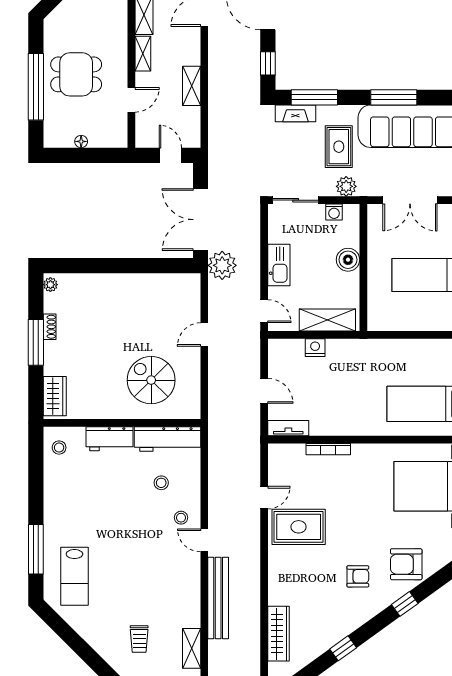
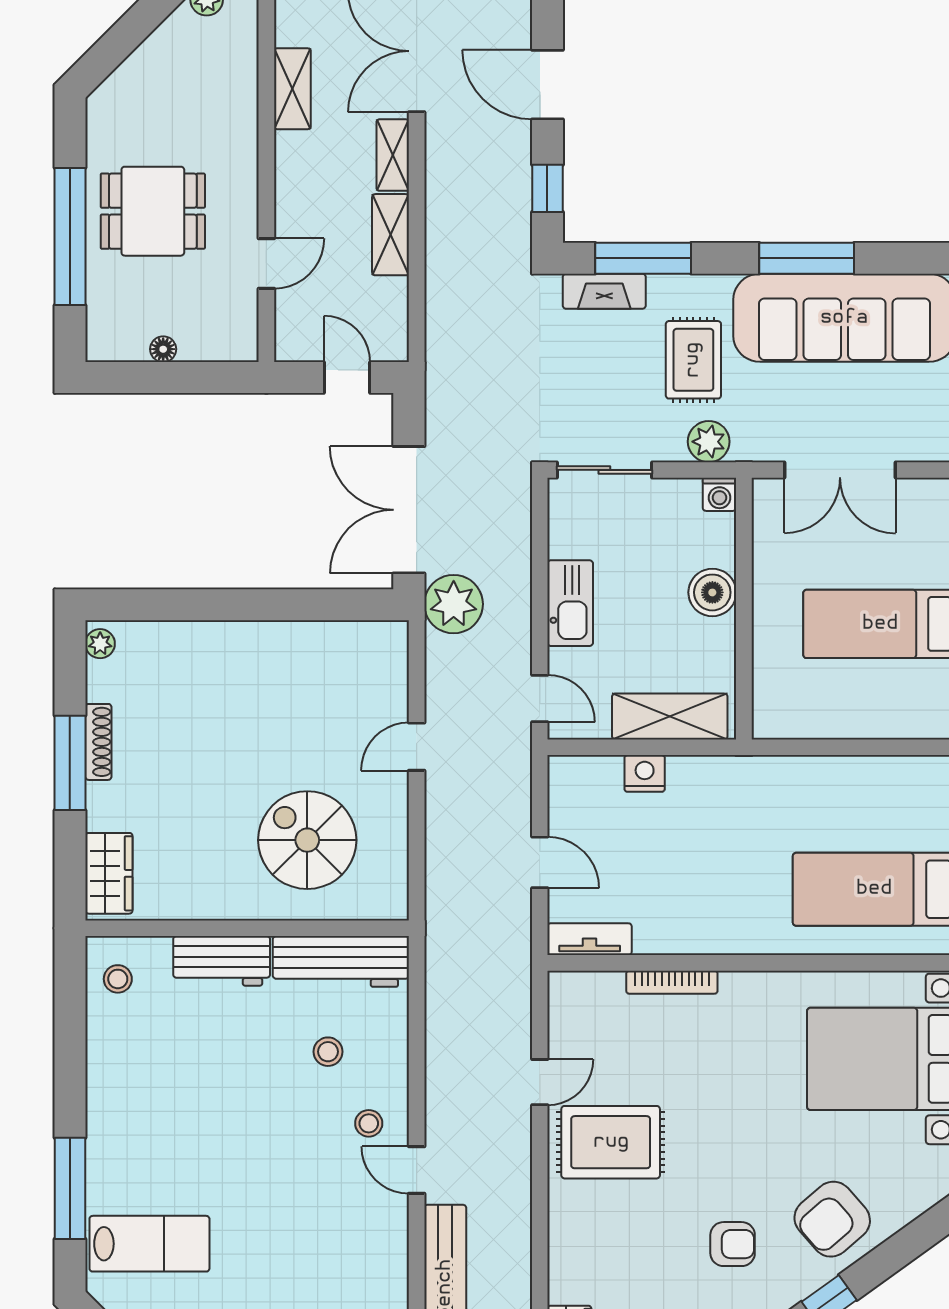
shelving: (143, 54) -> (393, 155), moved
washing machine: (334, 212) -> (720, 494), moved
shoe rack: (50, 327) -> (98, 742), width x1.43
armchair: (406, 564) -> (832, 1219), turned -41
lab bench: (74, 576) -> (149, 1244), turned -90

